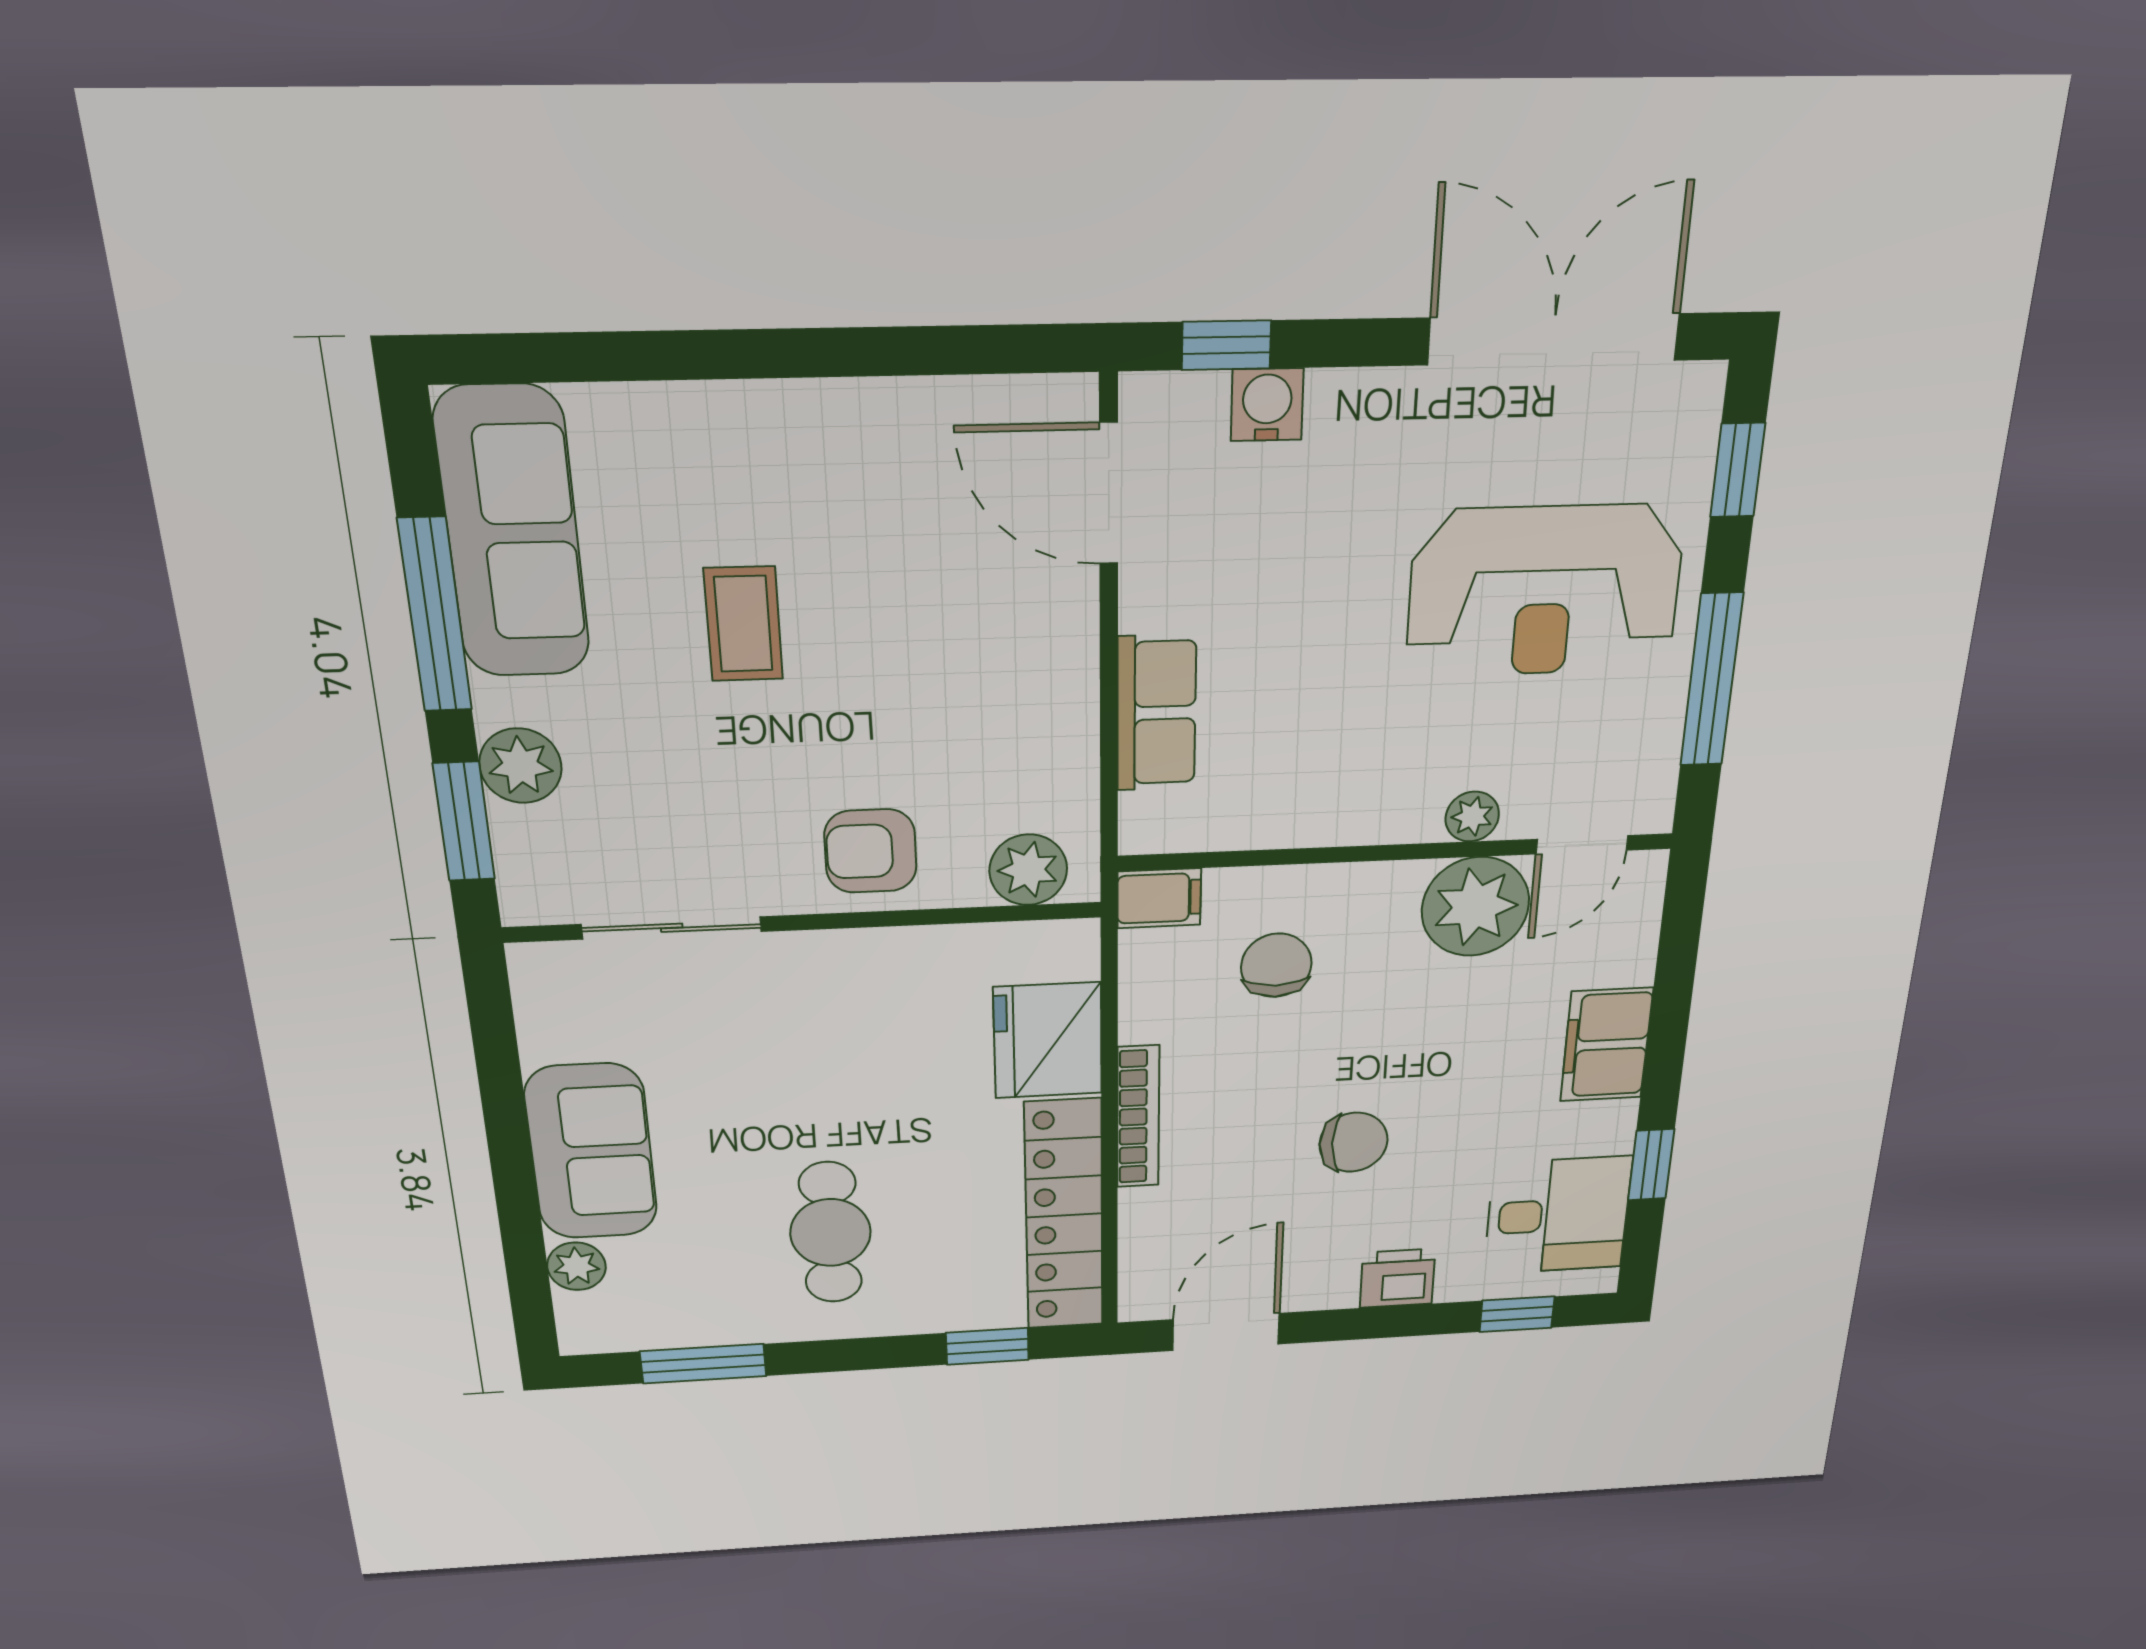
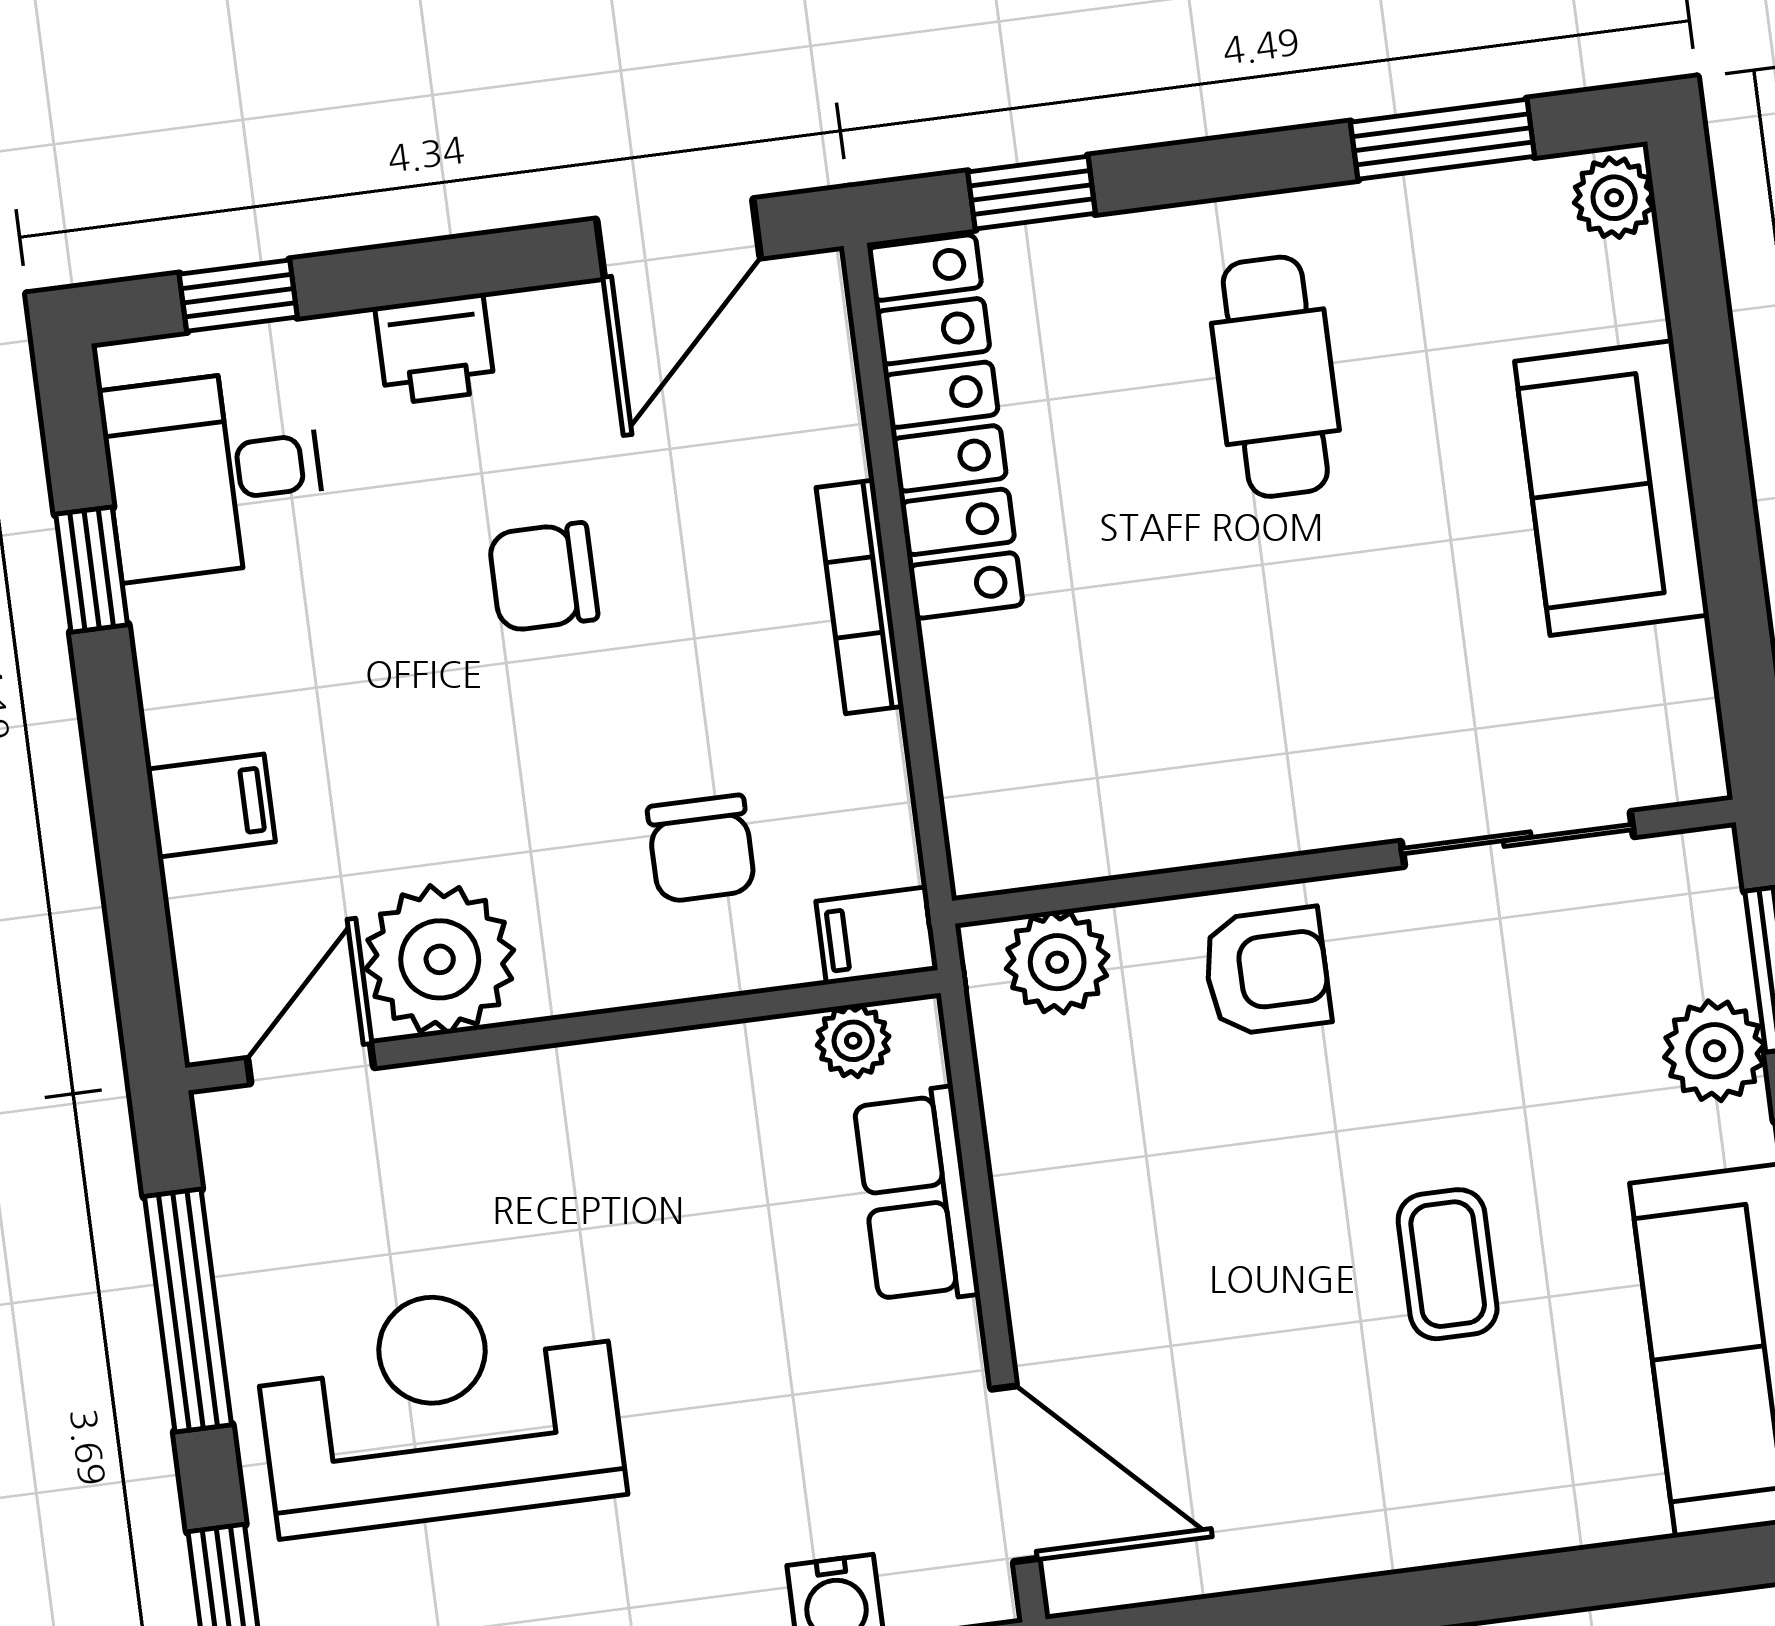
plant: (1472, 817) -> (853, 1041), moved
fridge: (1048, 1040) -> (1001, 709), removed
filing cabinet: (1606, 1045) -> (211, 806), width x0.50
plant: (577, 1266) -> (1614, 198), moved

